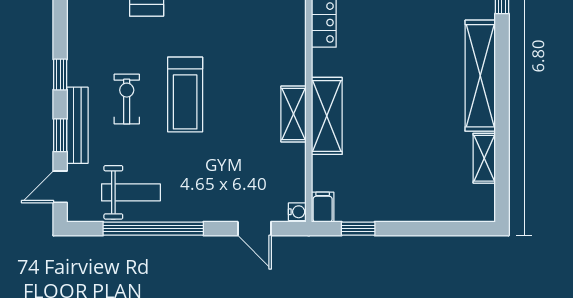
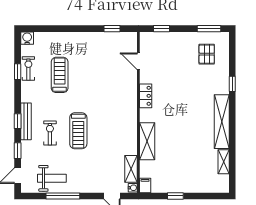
shelving: (293, 114) -> (131, 169), moved
bench: (77, 125) -> (26, 121), moved
window: (153, 229) -> (63, 196), width x0.68
window: (358, 229) -> (175, 196), moved

